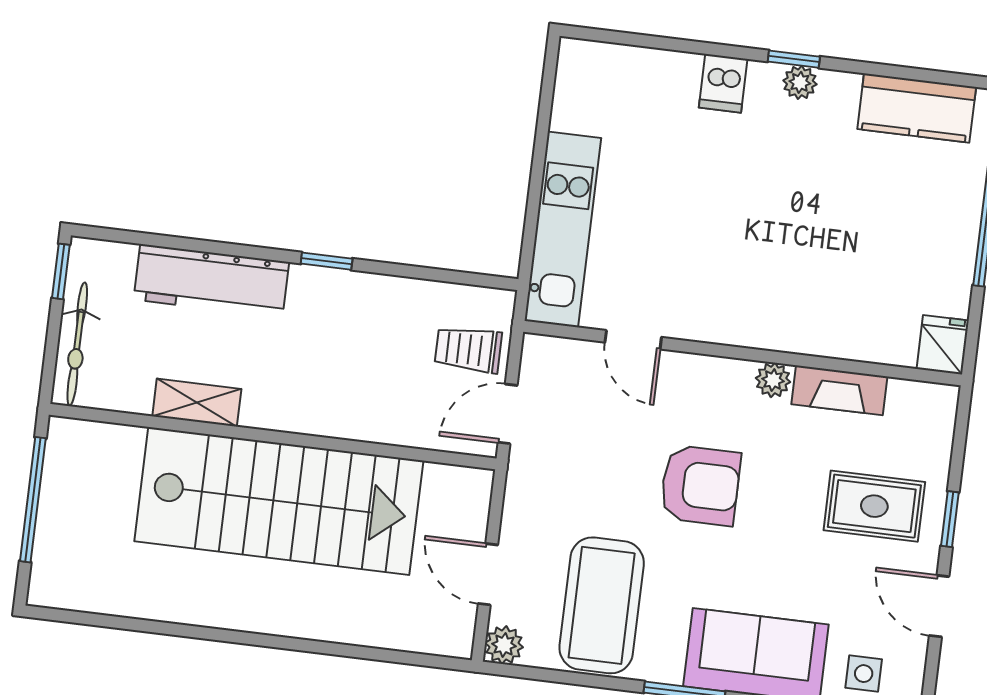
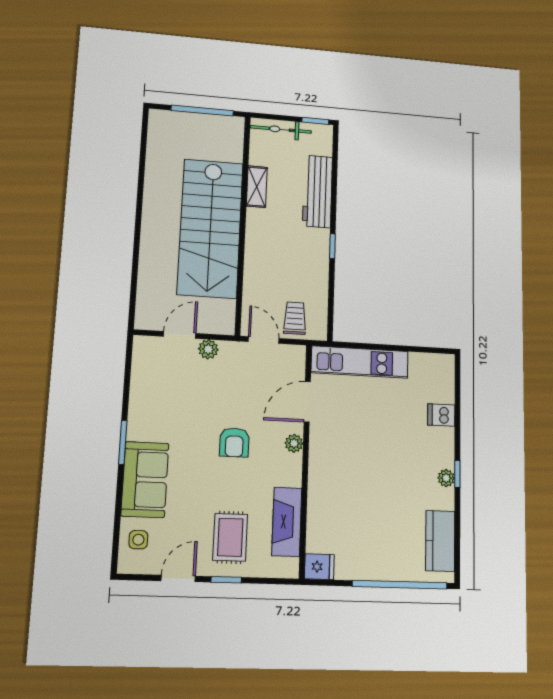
dishwasher: (723, 83) -> (441, 415), moved
door: (633, 340) -> (307, 402), width x1.38
plant: (773, 380) -> (294, 443), moved
fireplace: (839, 390) -> (287, 522), width x1.37, depth x1.32
armchair: (700, 485) -> (234, 442), width x0.72, depth x0.72
coffee table: (602, 605) -> (167, 395), removed
plant: (504, 645) -> (208, 349), moved

